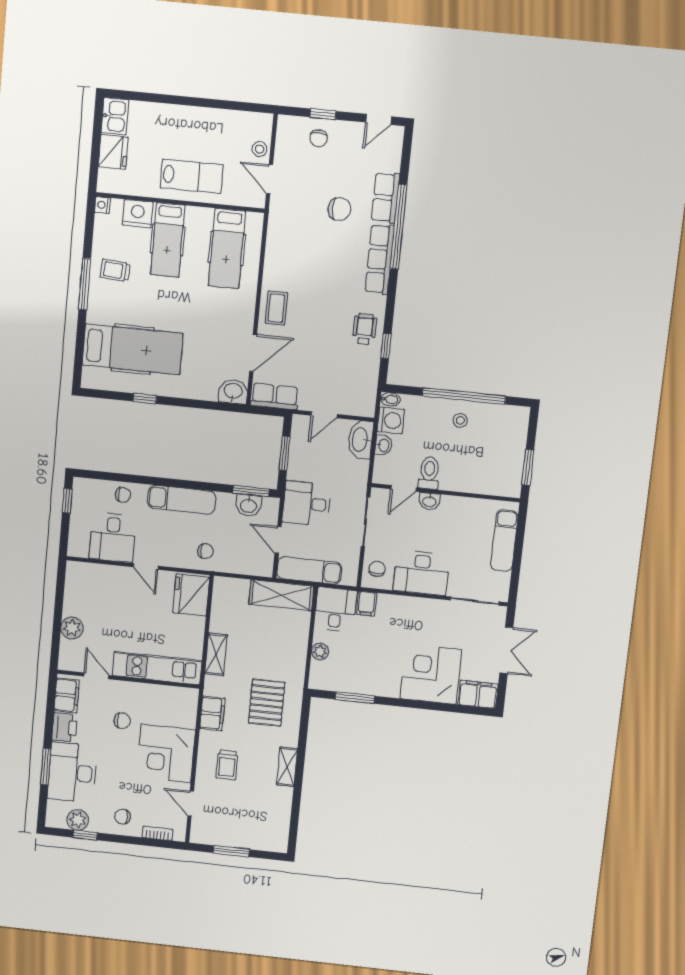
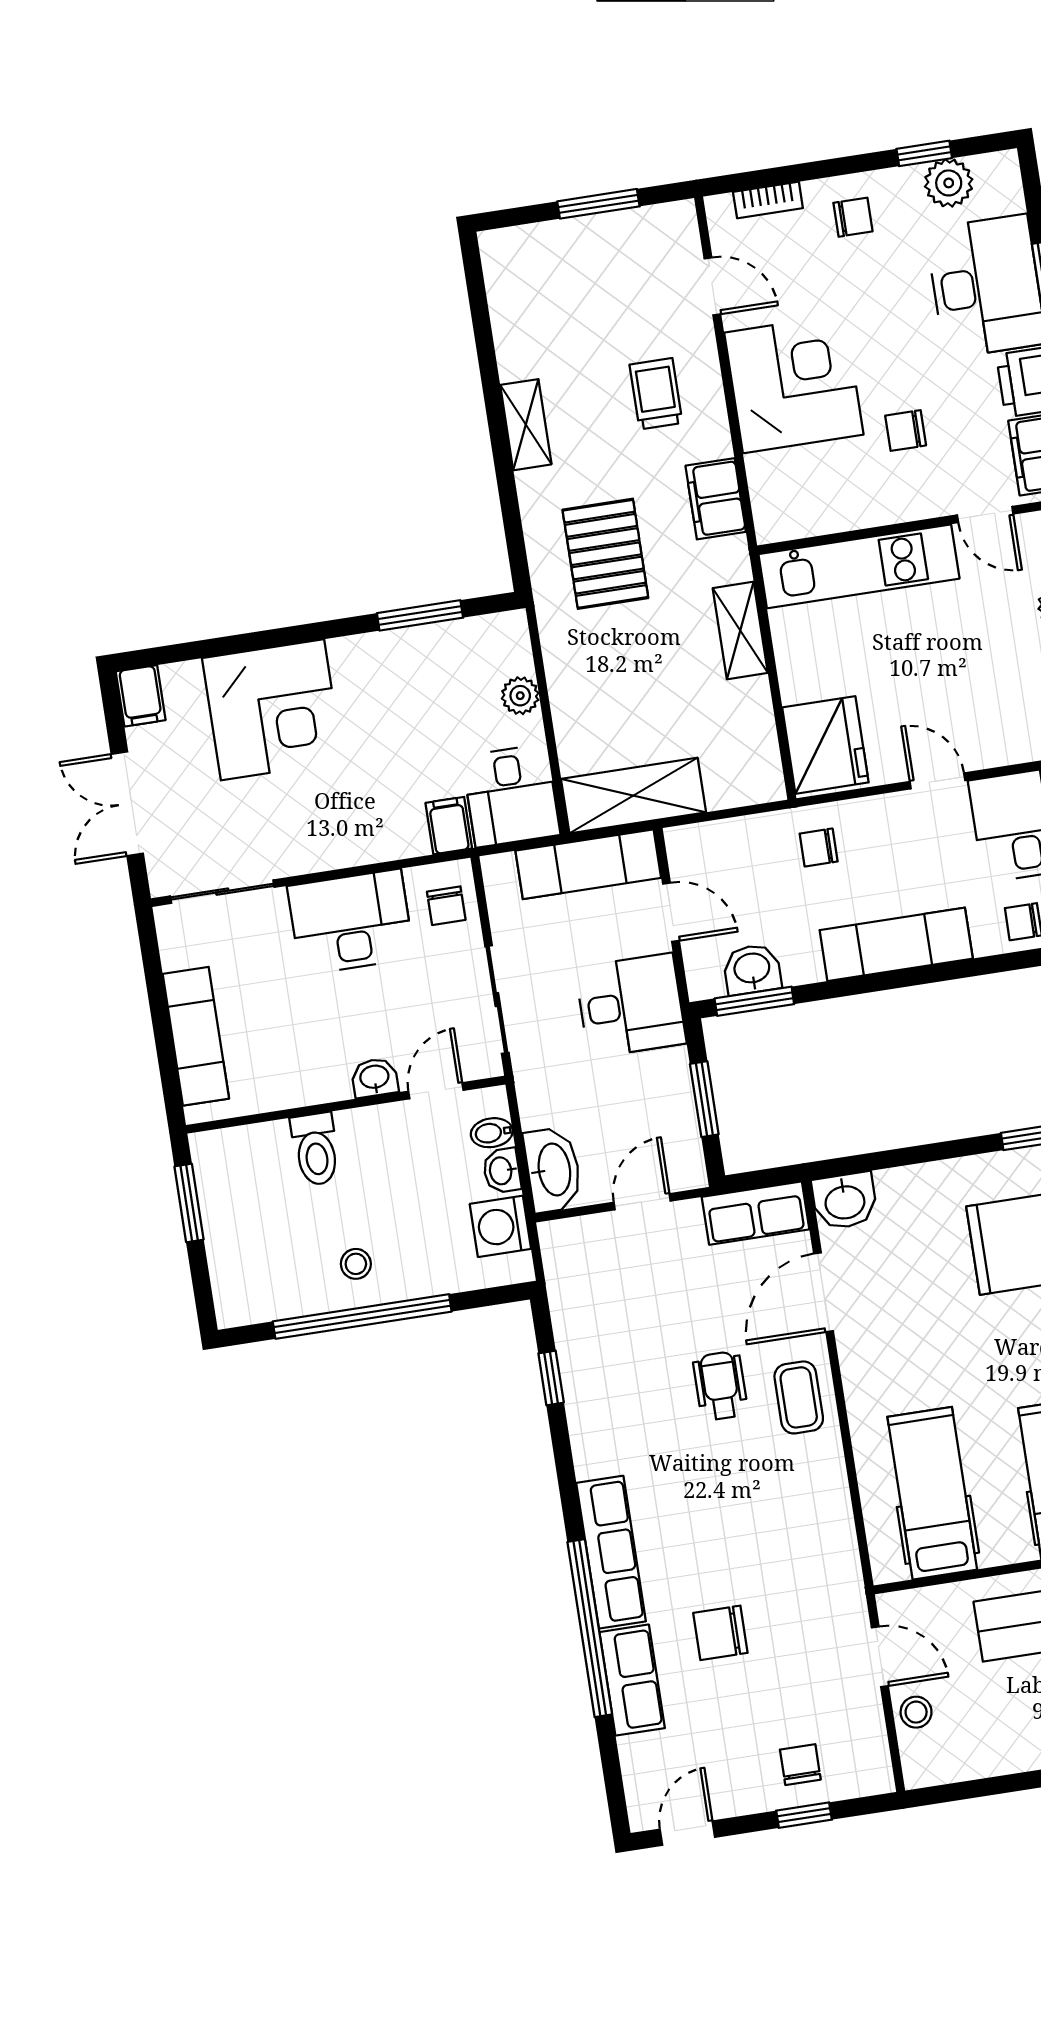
wheelchair: (365, 329) -> (720, 1386), moved, turned 180
bidet: (390, 399) -> (492, 1133), moved
toilet: (429, 473) -> (316, 1149), moved
filing cabinet: (478, 694) -> (141, 696), width x0.50

